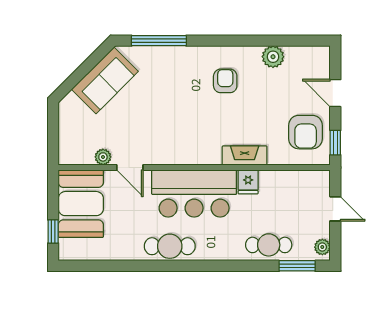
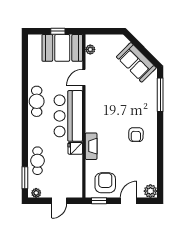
plant: (273, 57) -> (150, 191), moved
armchair: (225, 81) -> (136, 135), turned 91
armchair: (306, 132) -> (105, 183), turned 90
plant: (103, 157) -> (90, 49), moved
window: (53, 231) -> (58, 31), moved

